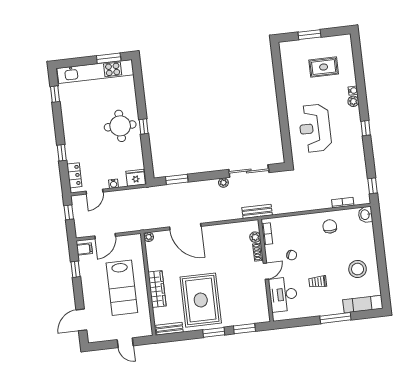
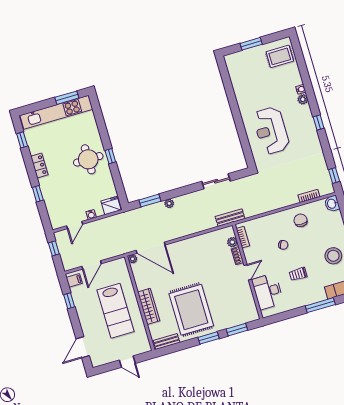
rug: (324, 67) -> (280, 56), moved
sliding door: (249, 171) -> (216, 181), width x0.73
locker: (74, 175) -> (39, 165), moved
plant: (223, 183) -> (169, 203), moved
door: (185, 227) -> (151, 248), moved
chair: (292, 255) -> (283, 245), moved

